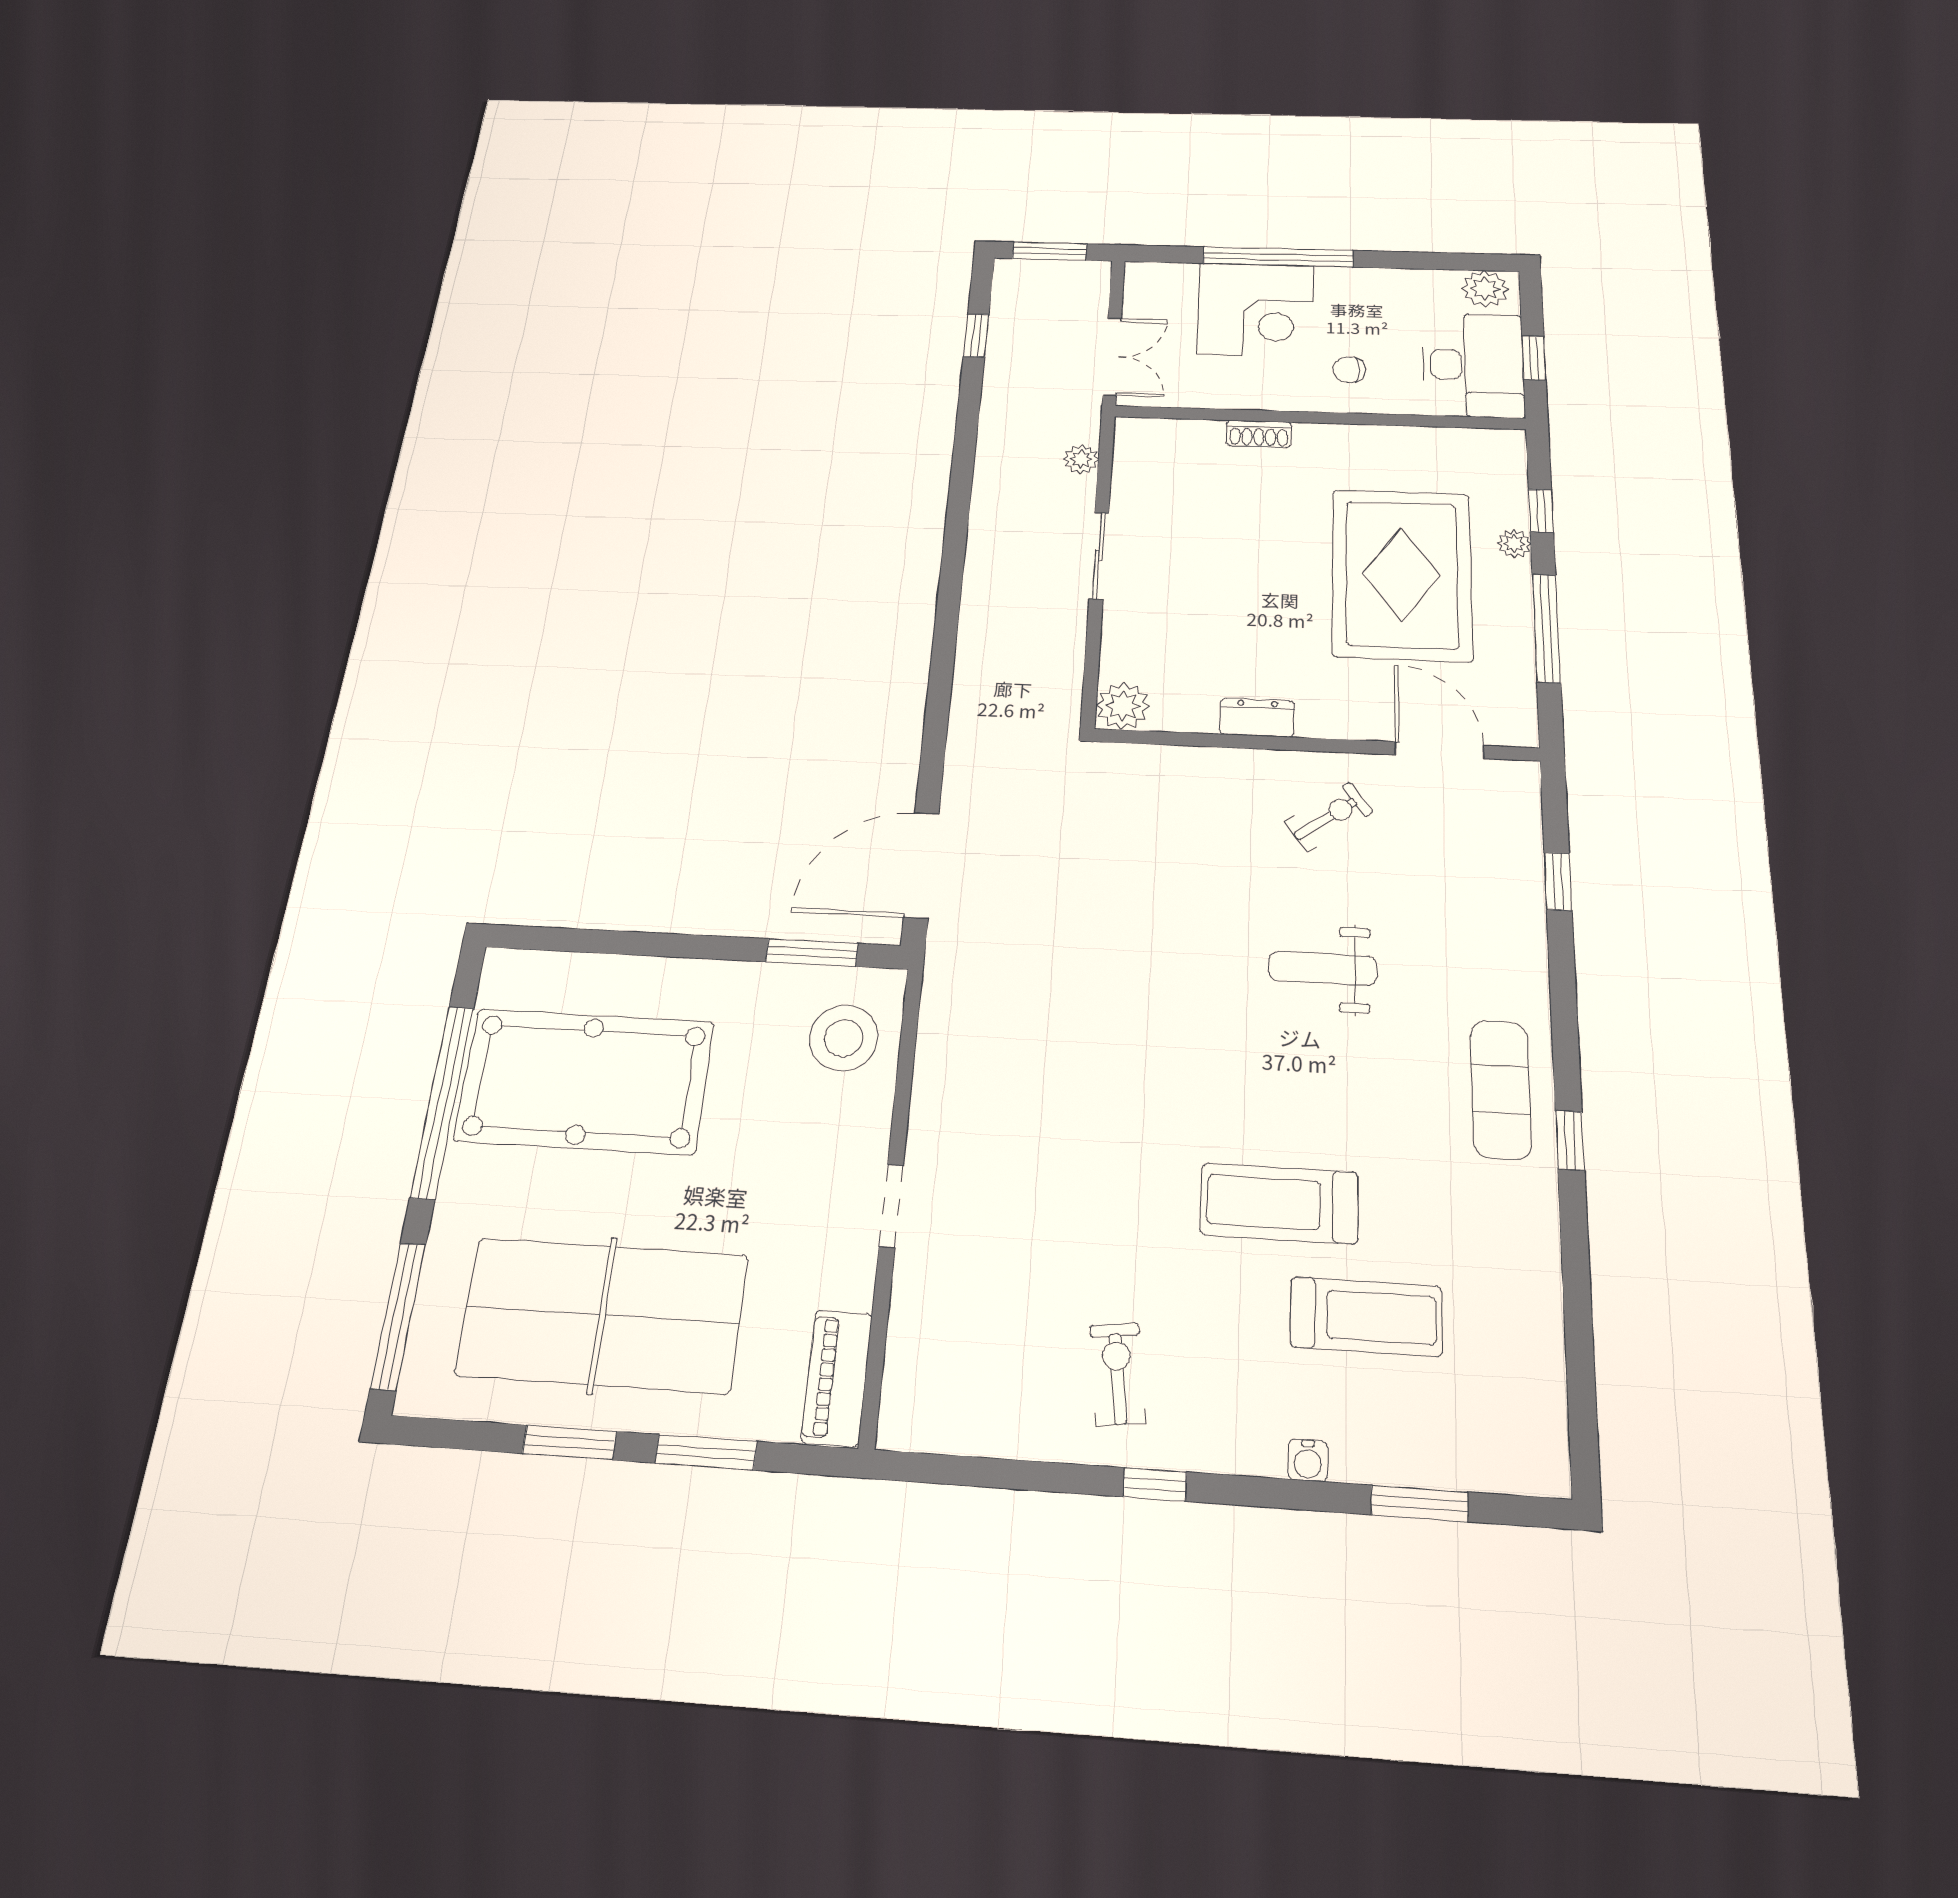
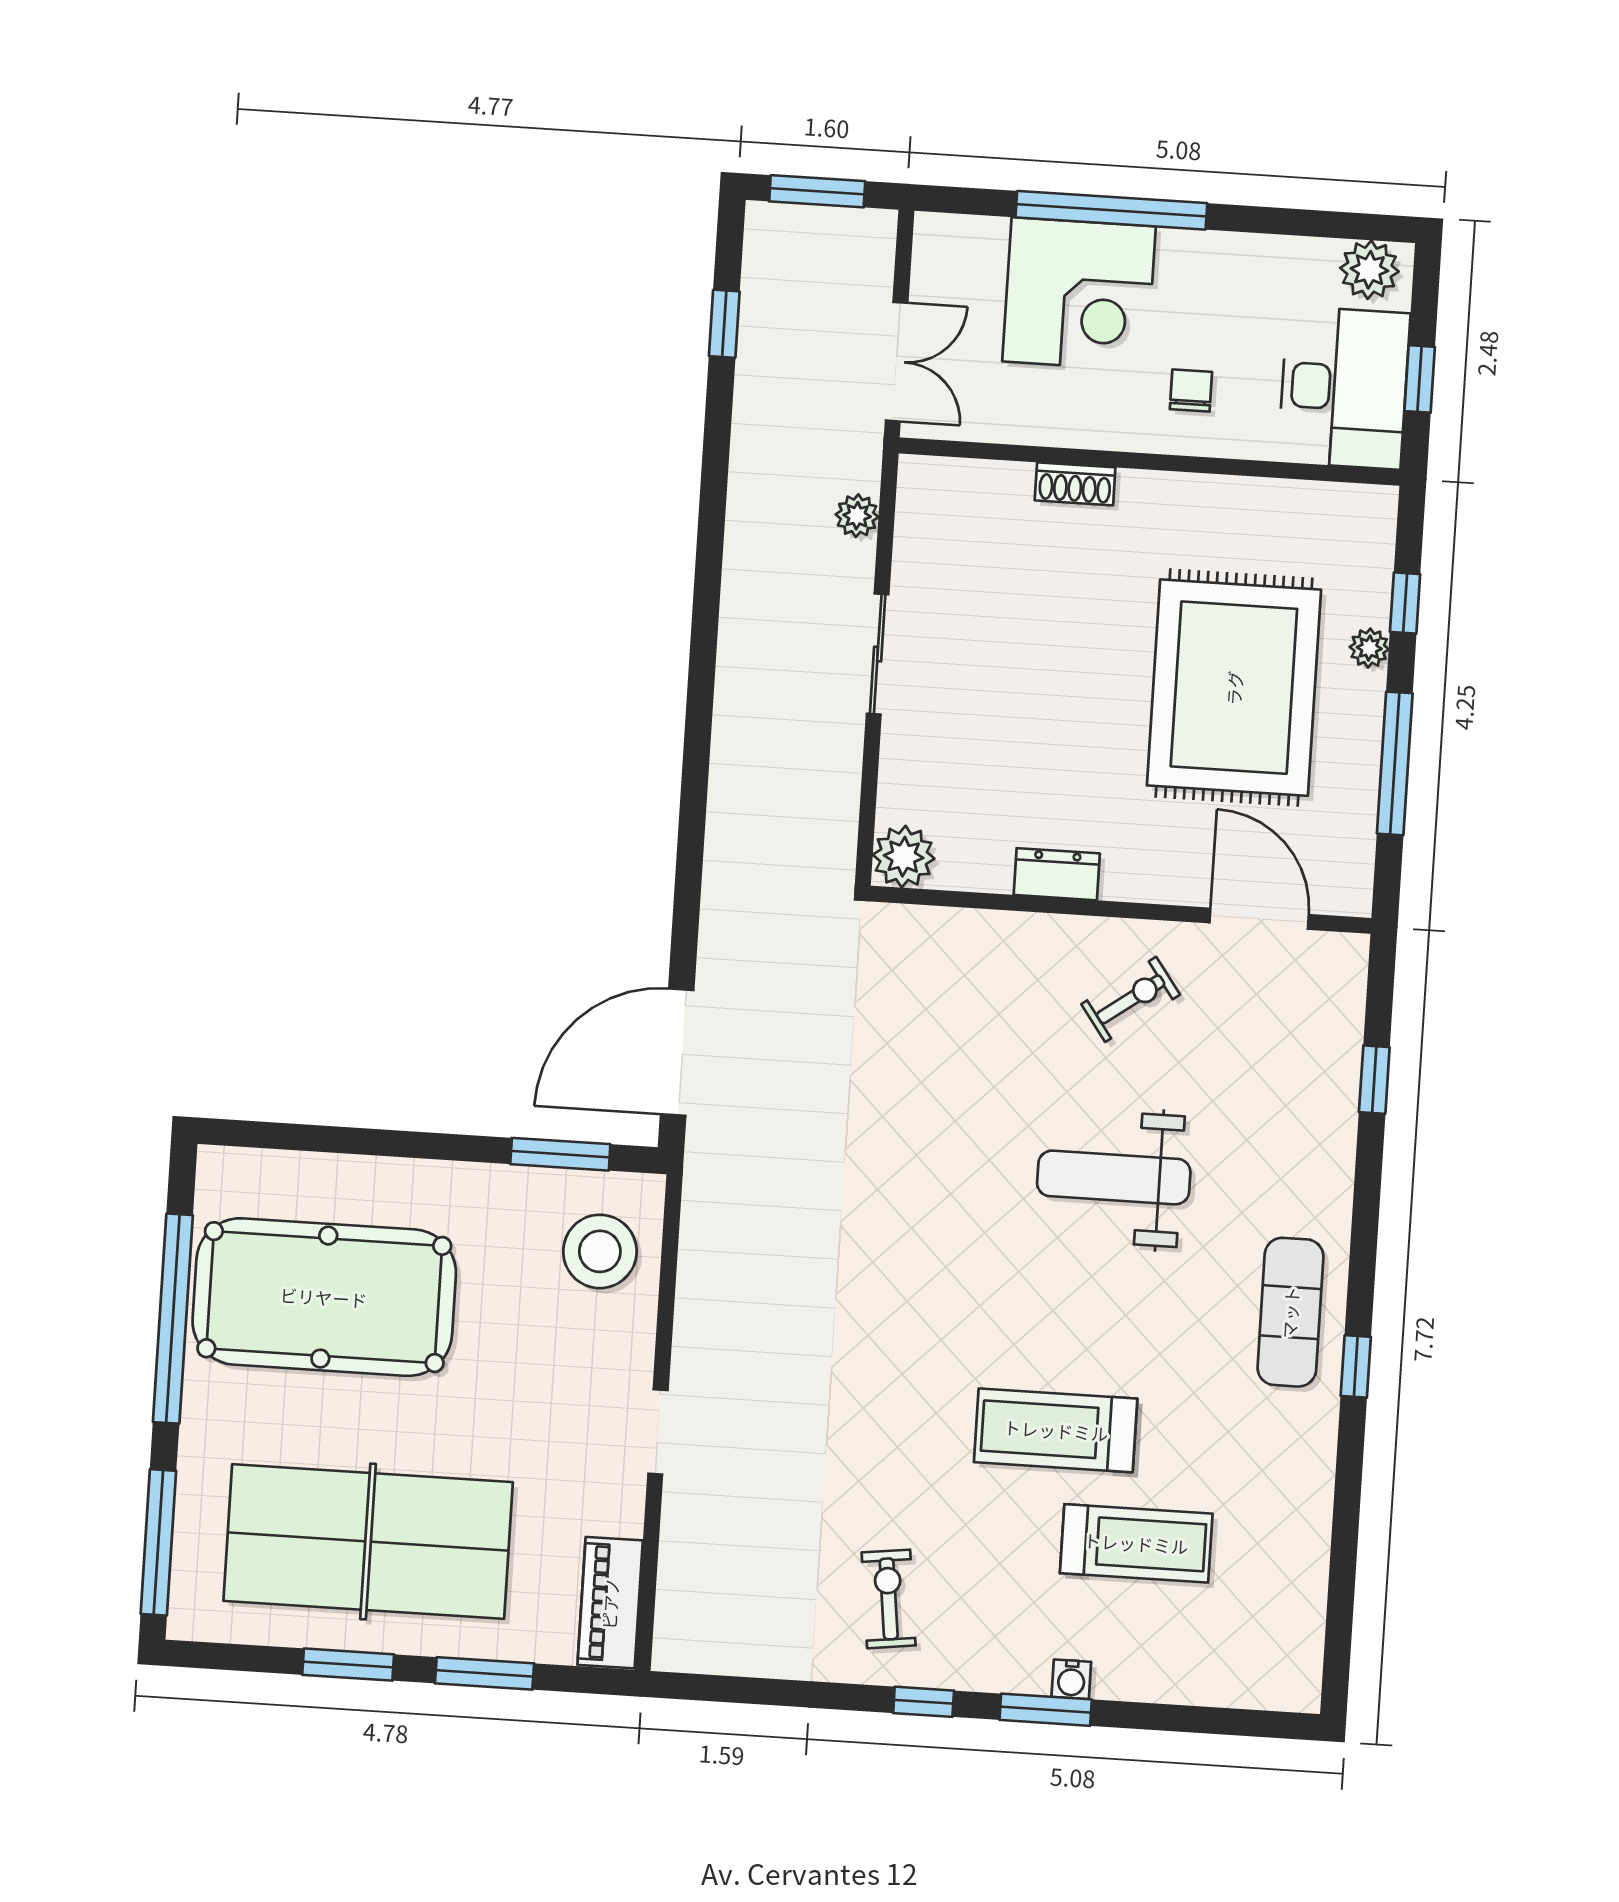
chair: (1349, 370) -> (1191, 391), turned 90
weight bench: (1323, 968) -> (1114, 1177), width x1.36, depth x1.33
window: (1420, 1503) -> (1046, 1710), moved

